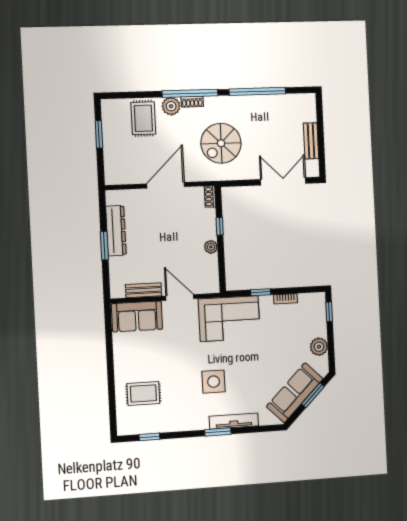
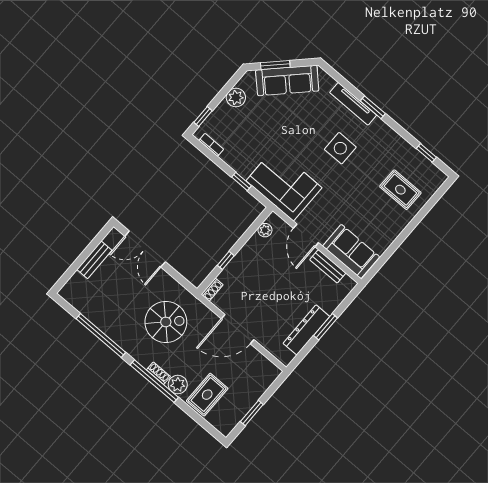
plant: (211, 247) -> (265, 230), moved
bookcase: (285, 299) -> (211, 145), moved

